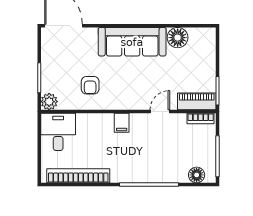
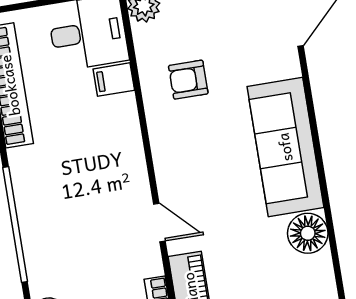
filing cabinet: (122, 123) -> (114, 80), moved

